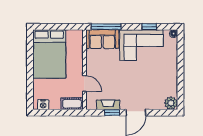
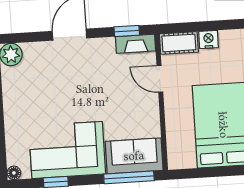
nightstand: (43, 105) -> (209, 39), moved
fireplace: (108, 105) -> (136, 44), moved
window: (112, 113) -> (127, 31), moved

